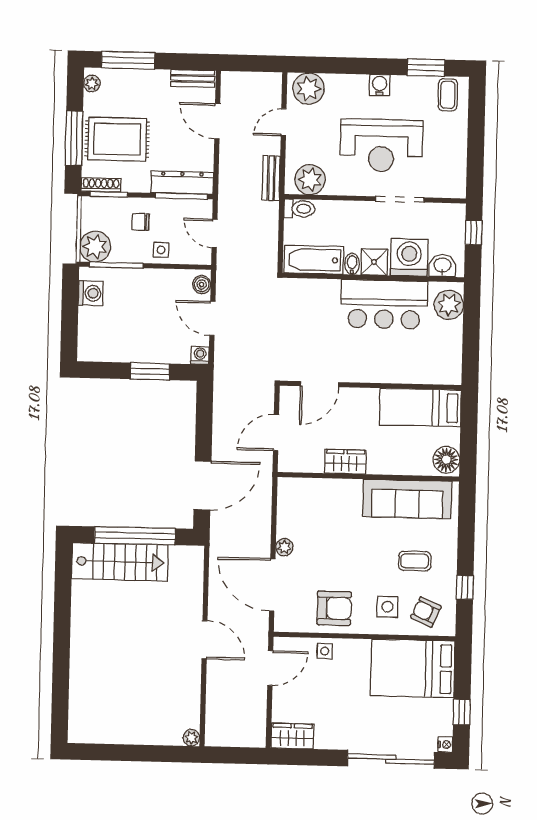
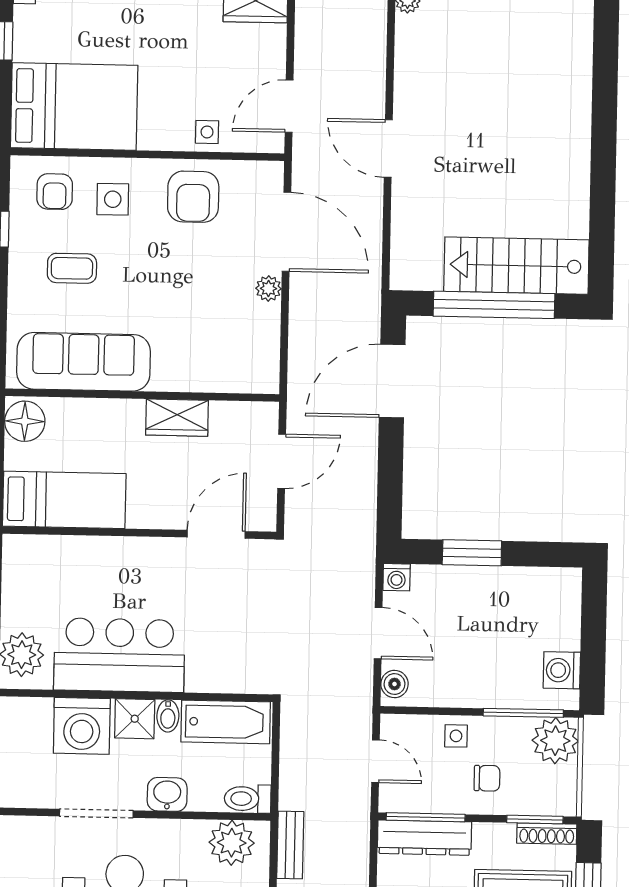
washbasin: (442, 266) -> (167, 794), moved, turned 180
armchair: (334, 608) -> (193, 197), turned -90
armchair: (426, 612) -> (55, 192), turned 66

